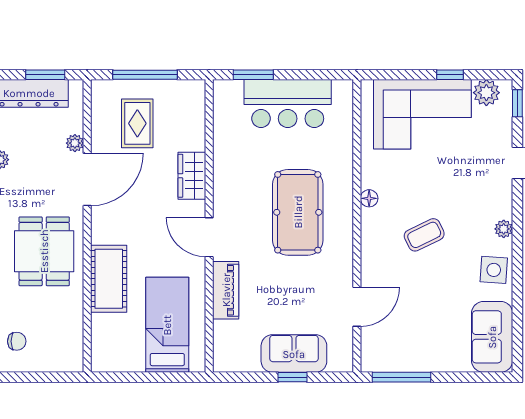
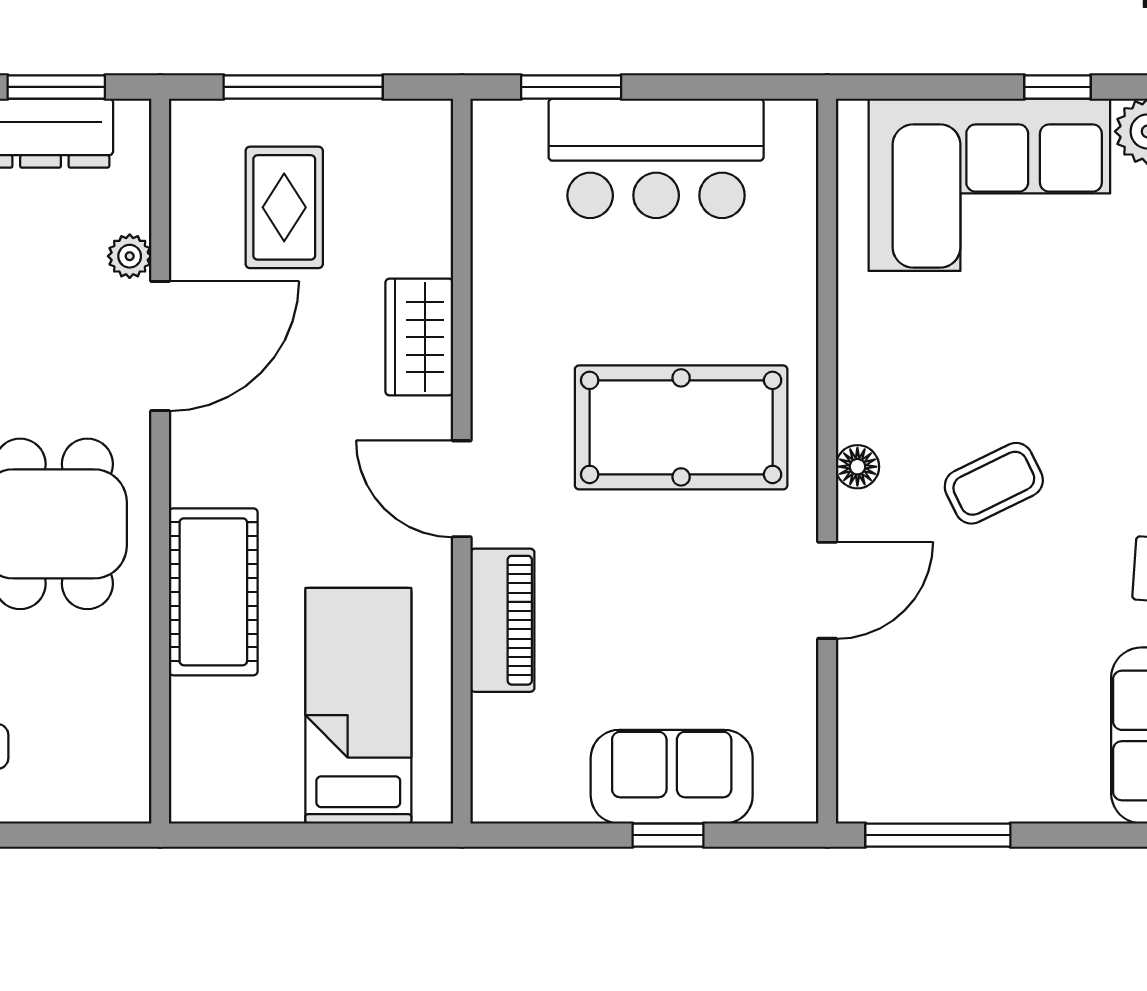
floor lamp: (369, 198) -> (857, 467), moved
pool table: (298, 212) -> (681, 427), turned 90
door: (357, 307) -> (827, 590), moved

